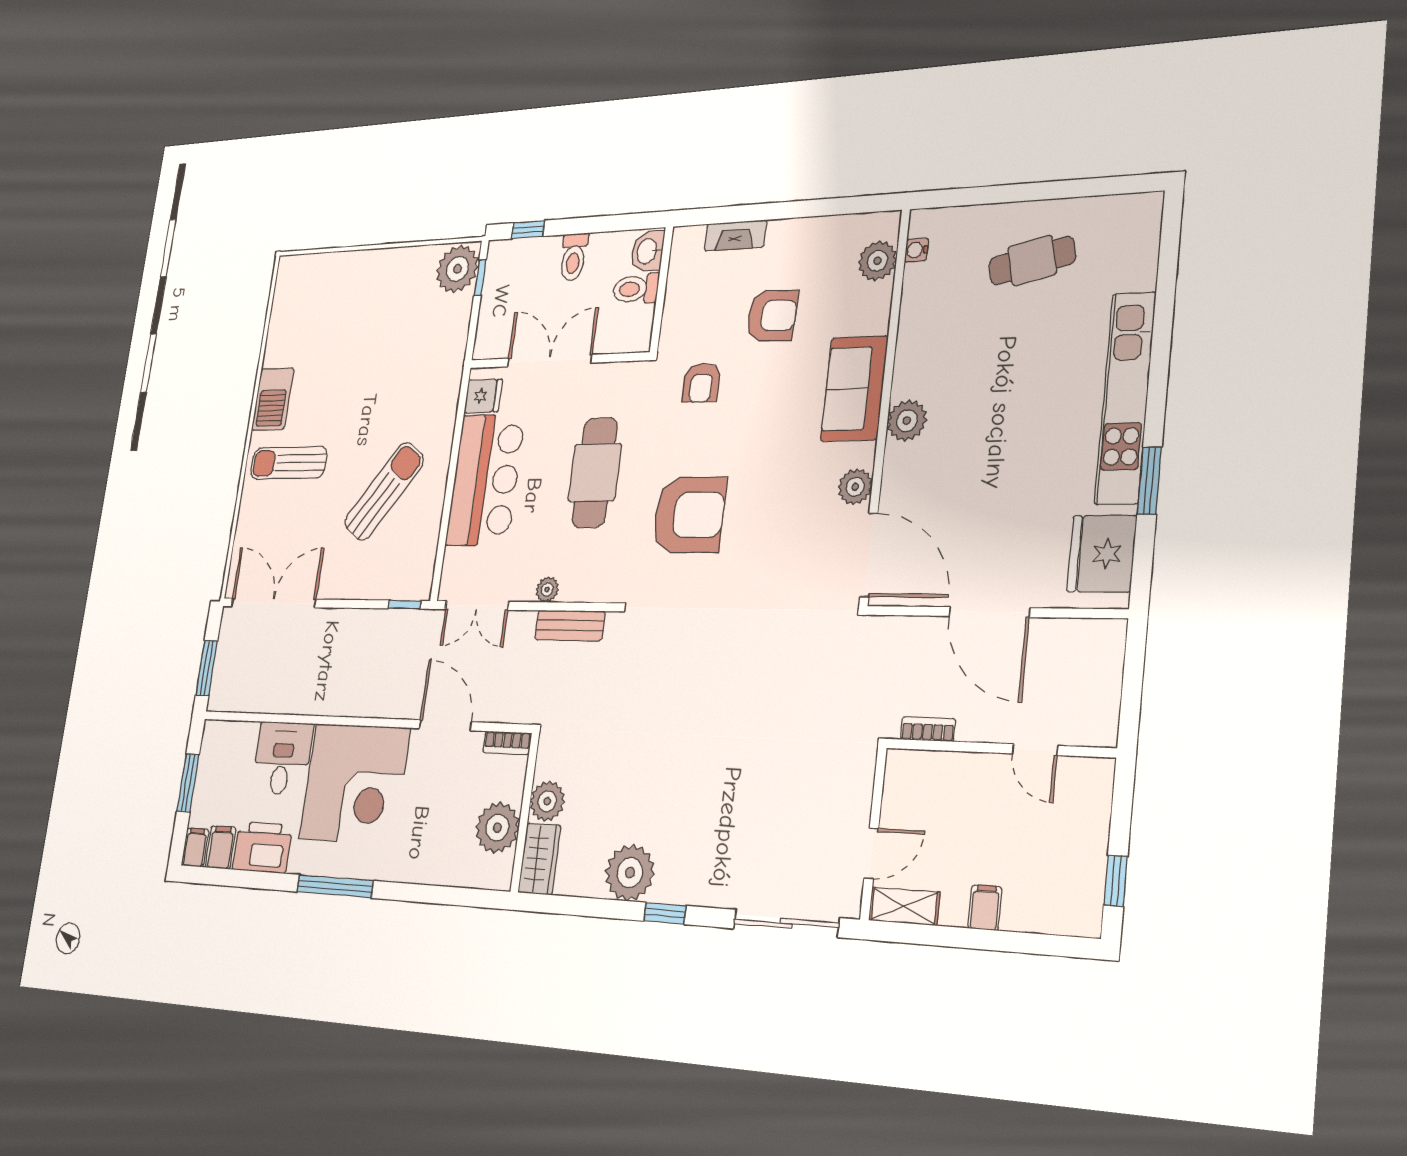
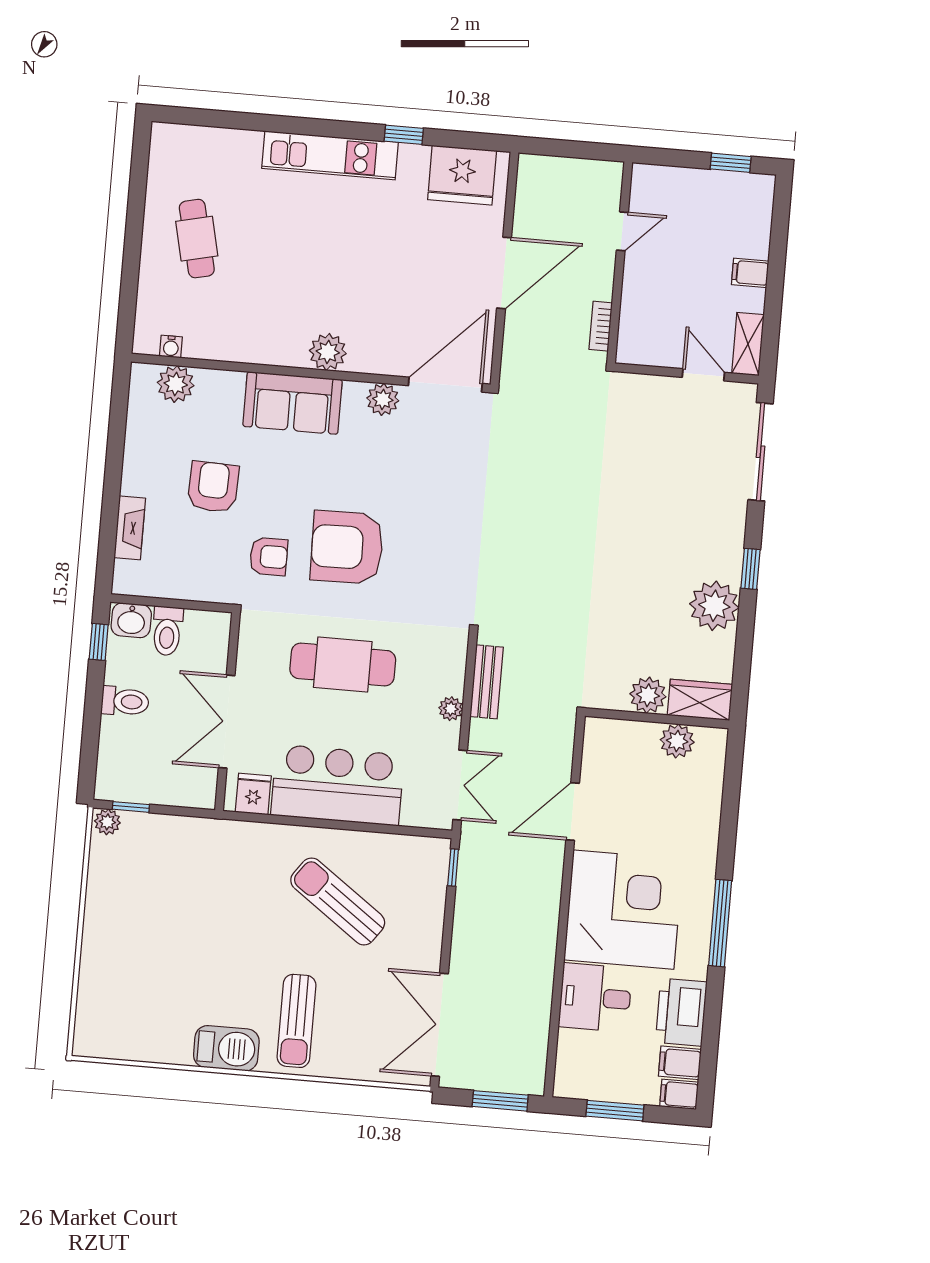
window: (528, 230) -> (99, 642), moved
plant: (457, 269) -> (107, 822), width x0.53, depth x0.53
kitchen unit: (1125, 398) -> (330, 155), width x0.73
window: (1150, 481) -> (404, 135), width x0.67
armchair: (689, 515) -> (347, 547), moved, turned -91
bookcase: (507, 743) -> (593, 742), removed
plant: (497, 828) -> (677, 741), width x0.73, depth x0.73

